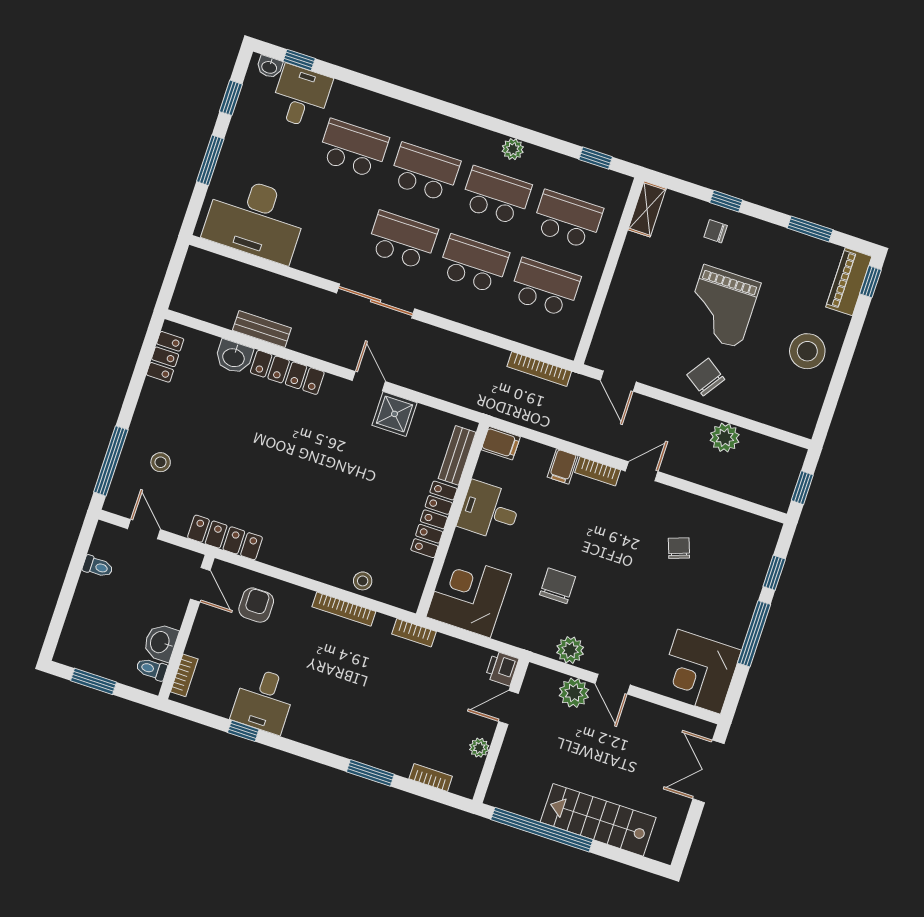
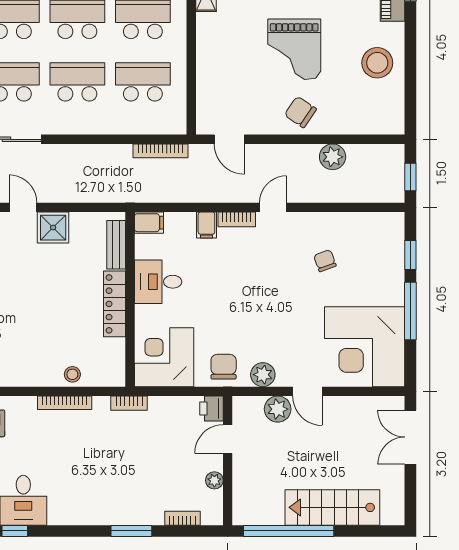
chair: (558, 586) -> (224, 367), moved
corner desk: (699, 672) -> (365, 347), width x1.36, depth x1.36

